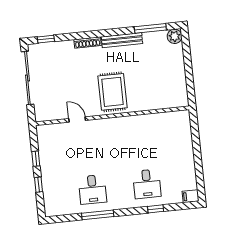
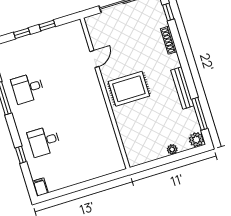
shoe rack: (88, 43) -> (169, 40), moved
plant: (179, 62) -> (172, 149), added

